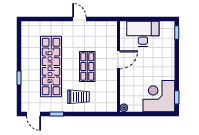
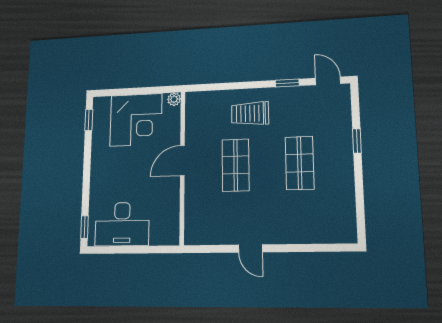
desk: (143, 34) -> (122, 224), moved
door: (118, 60) -> (182, 161), moved
shop shelf: (51, 67) -> (299, 163), width x0.50, depth x0.74
corner desk: (159, 96) -> (136, 120), moved

